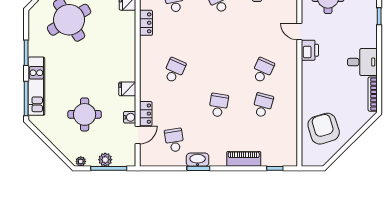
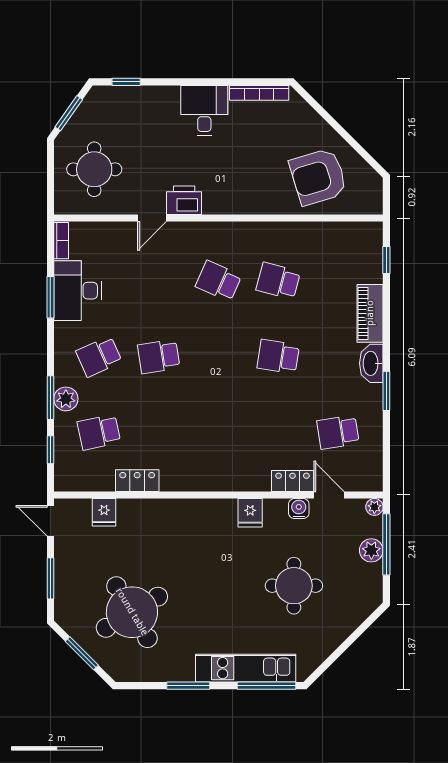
school desk: (174, 70) -> (159, 357), moved, turned -33
washbasin: (198, 160) -> (371, 363), moved
plant: (81, 161) -> (374, 507), moved

